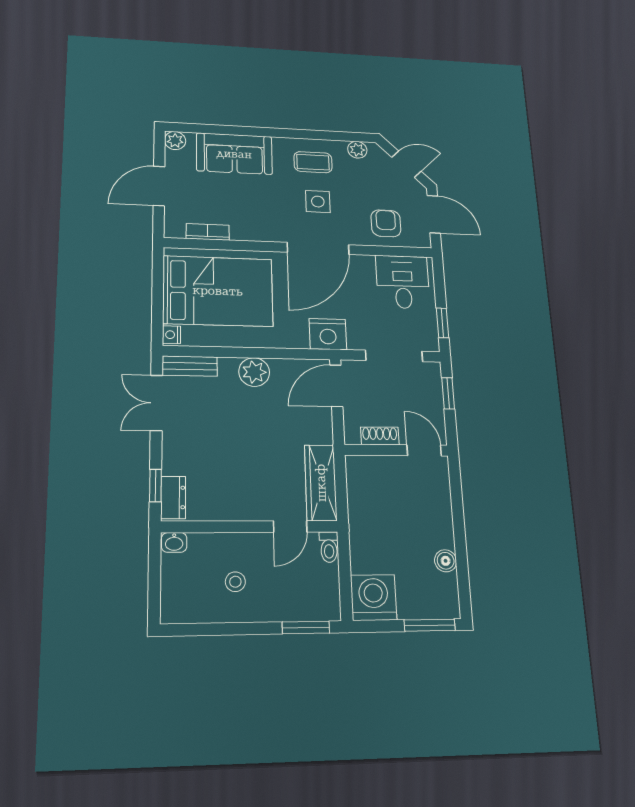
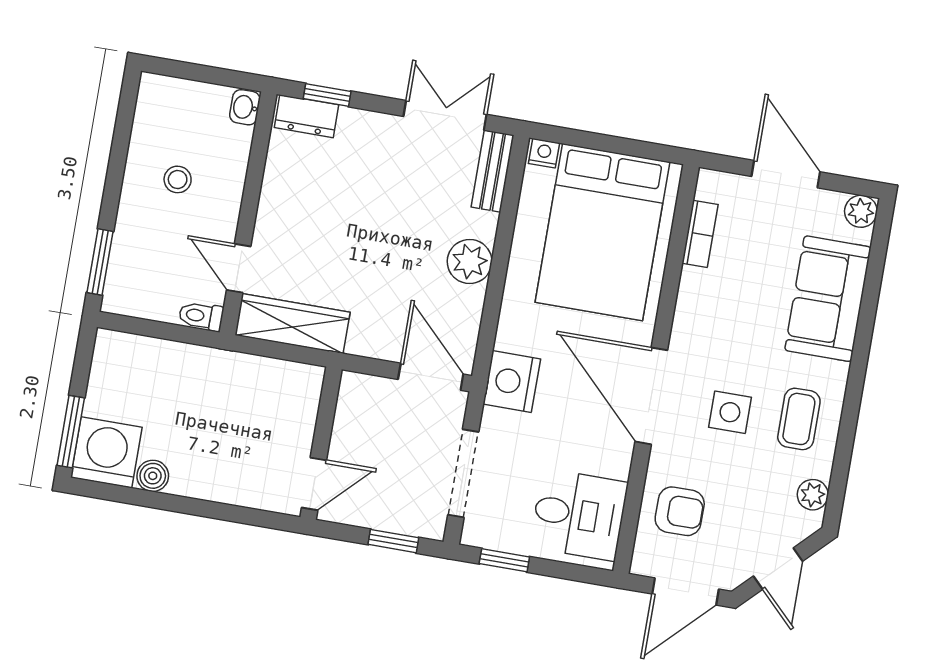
shoe rack: (380, 436) -> (346, 424), removed
washing machine: (373, 598) -> (106, 452), moved, turned -90

